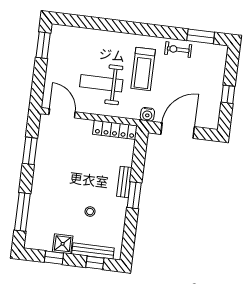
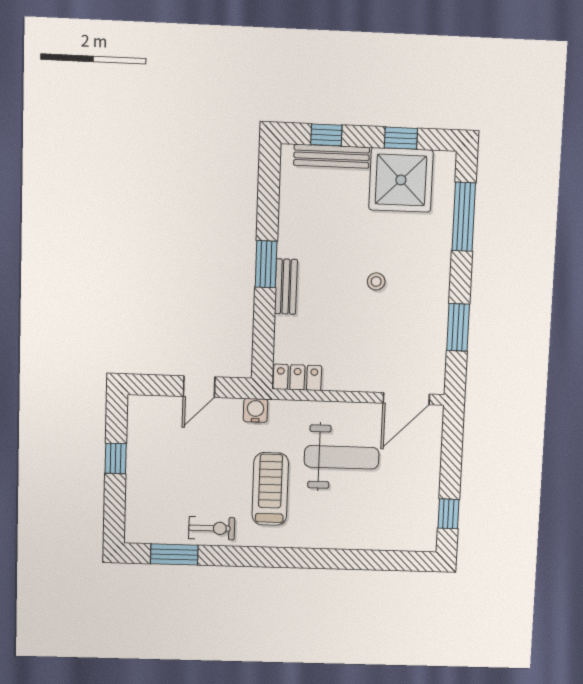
window: (43, 45) -> (448, 514), width x0.67
door: (62, 113) -> (406, 399), hinge flipped
locker: (115, 130) -> (297, 377), width x0.66
door: (178, 130) -> (199, 387), width x0.53
stool: (90, 212) -> (376, 281), moved
shower: (63, 244) -> (401, 180), width x1.86, depth x1.86

